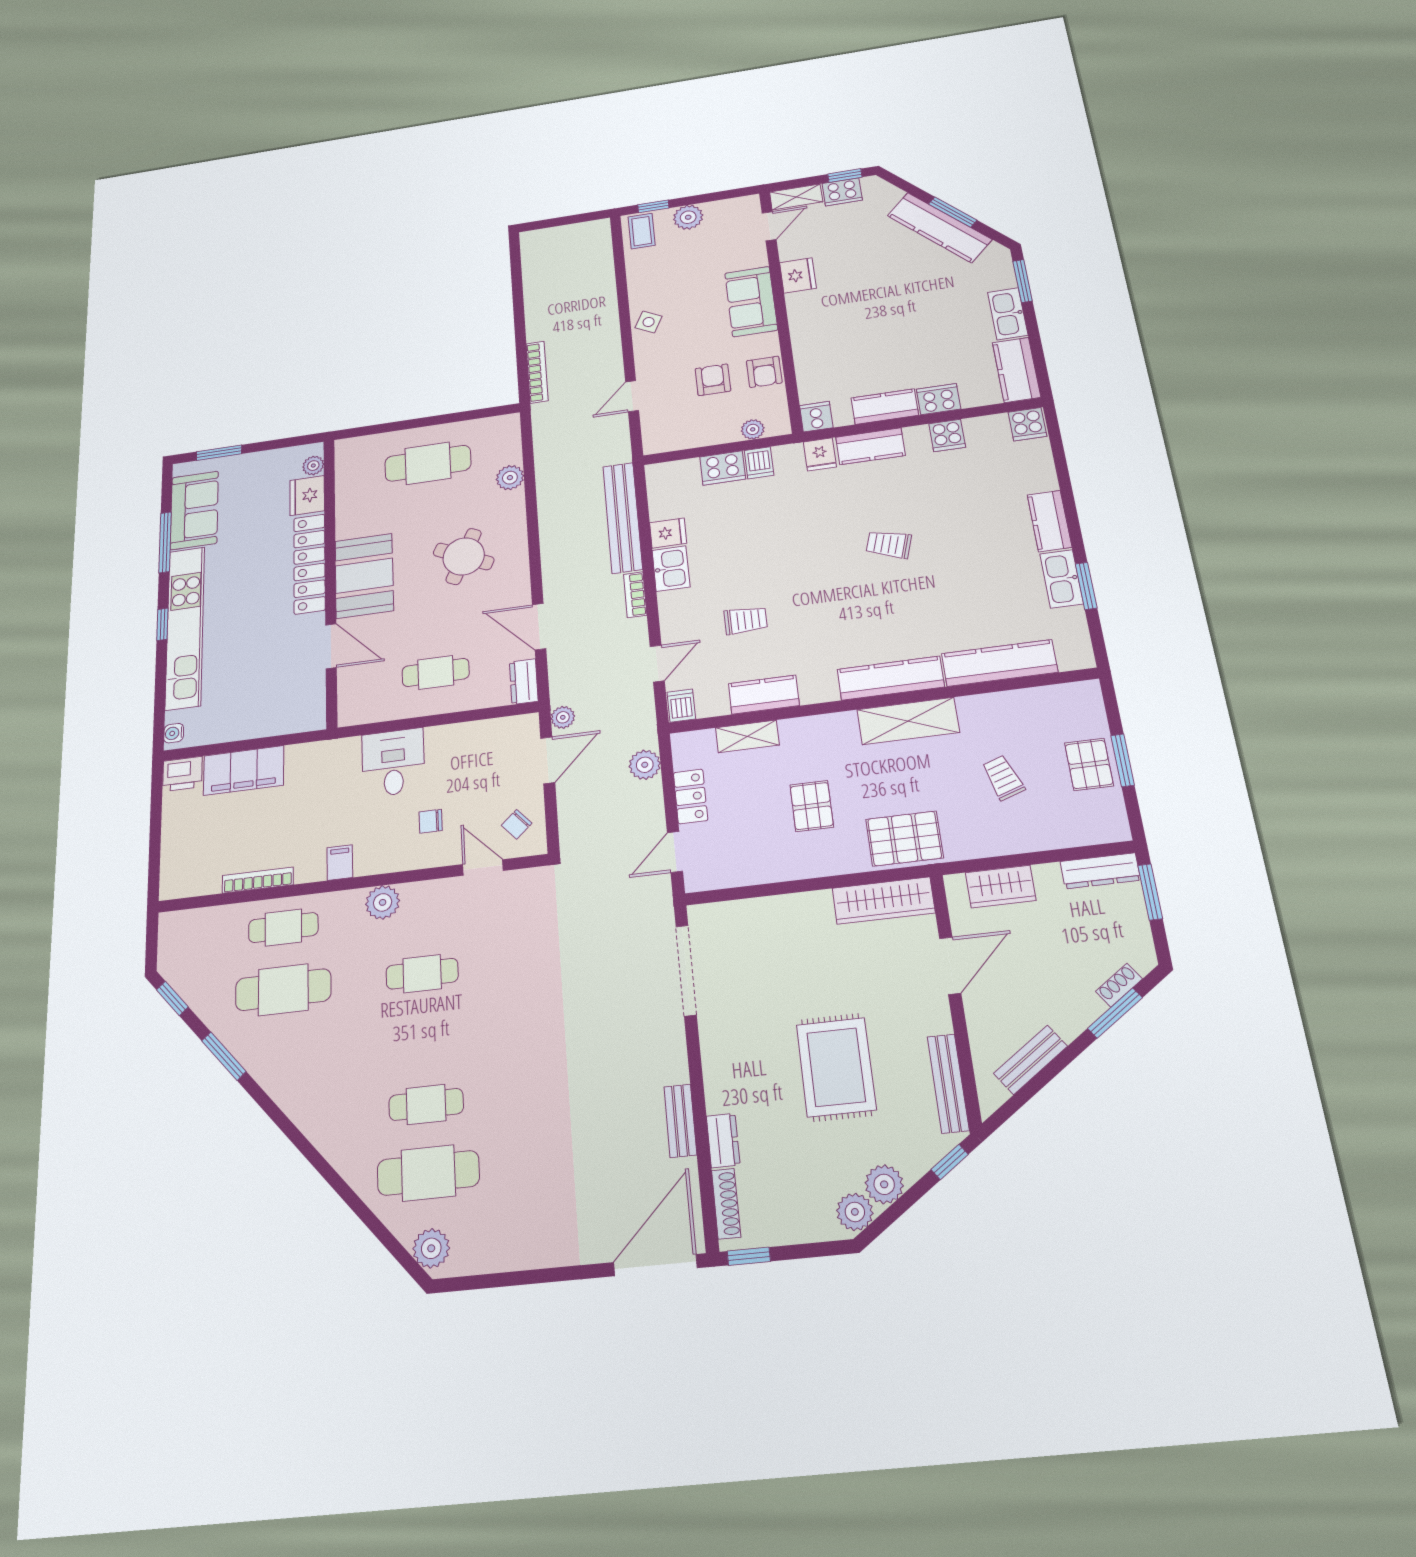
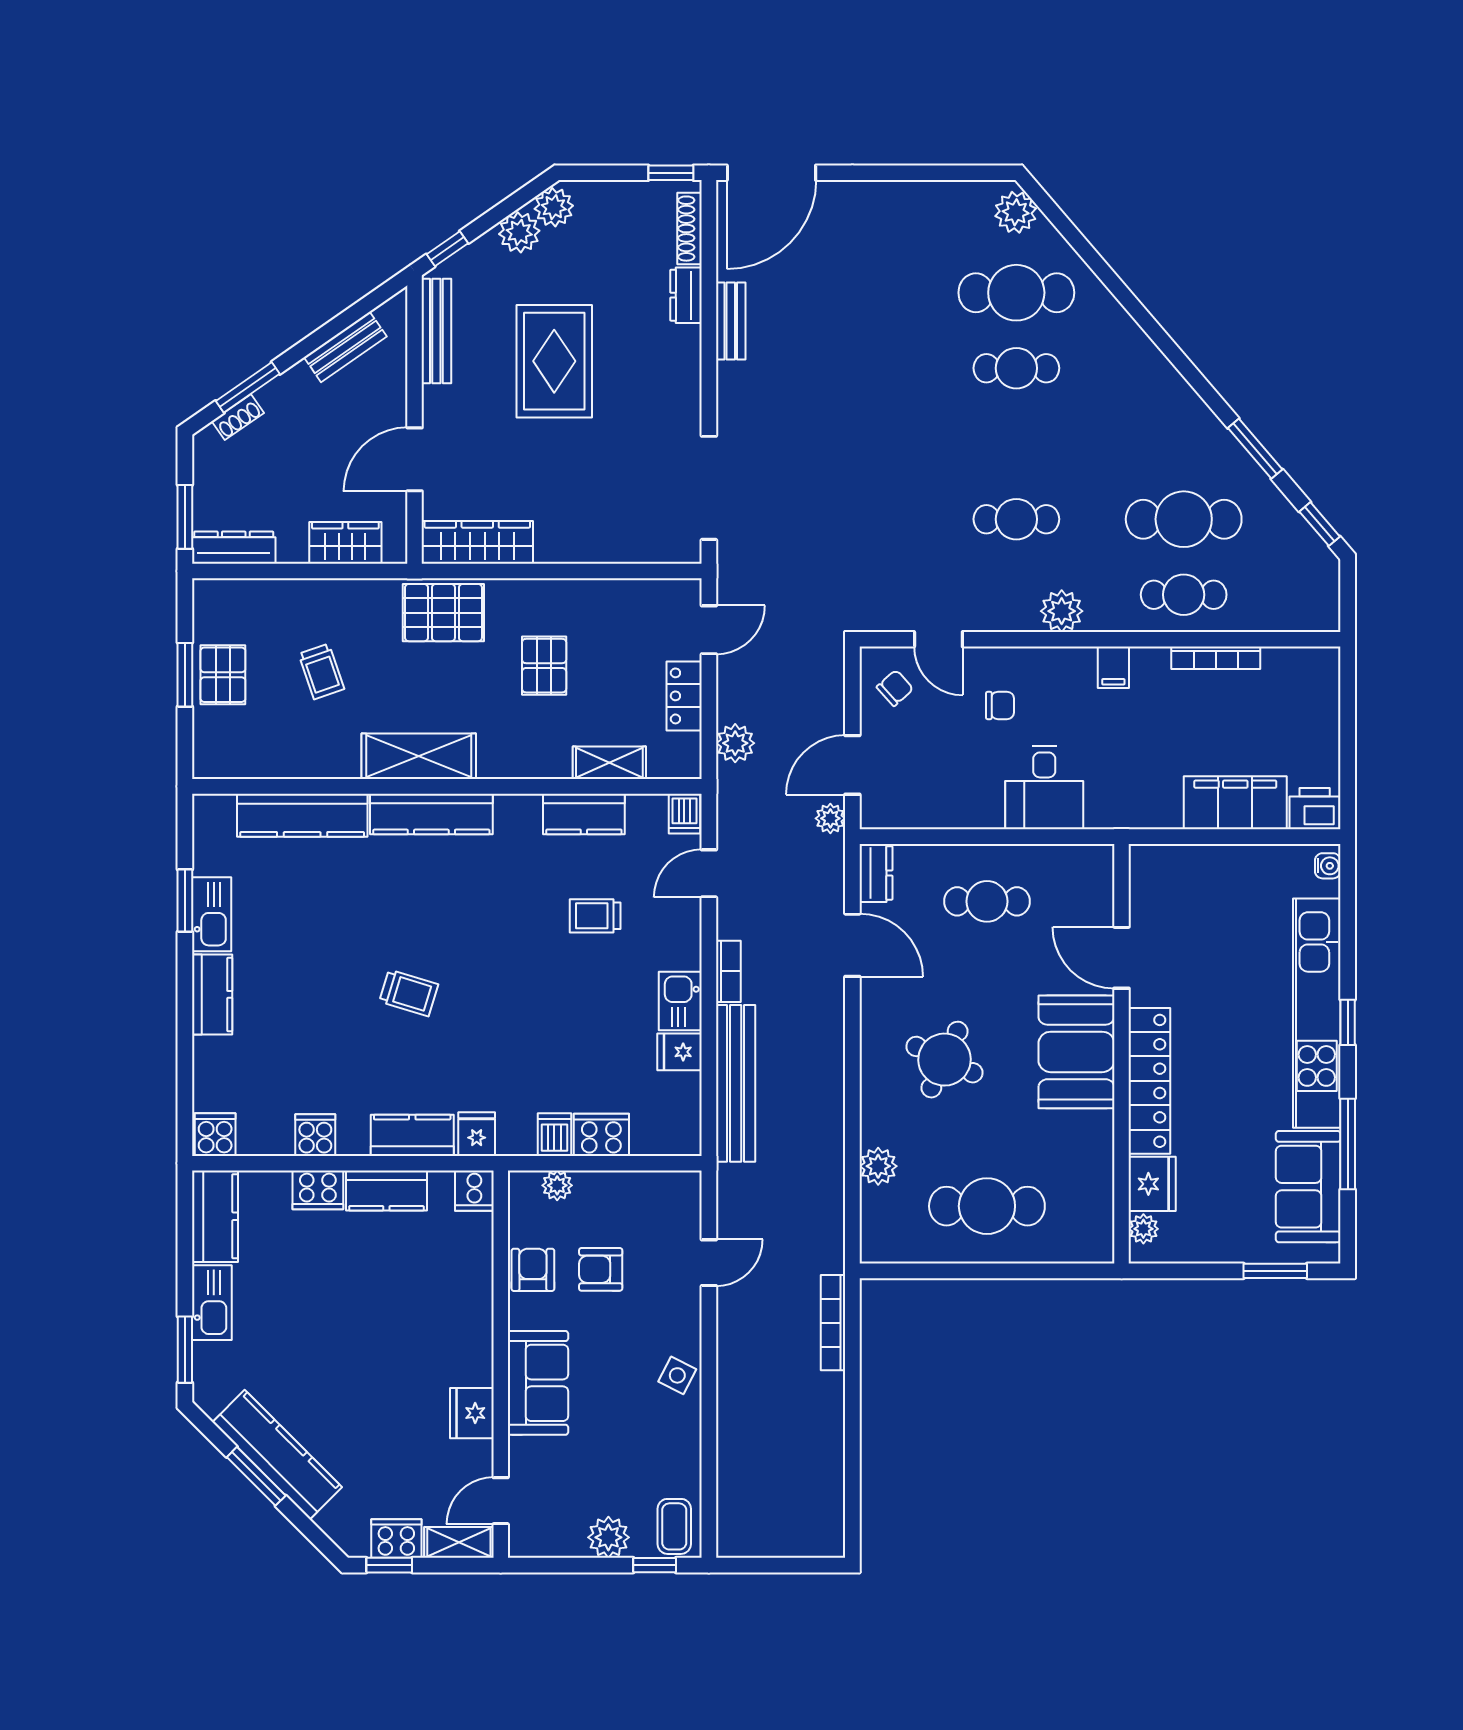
armchair: (713, 380) -> (601, 1269), turned 90

